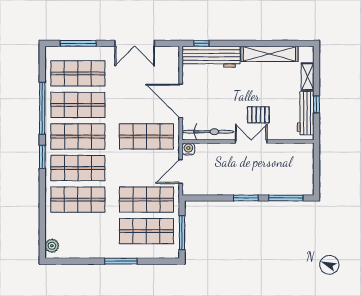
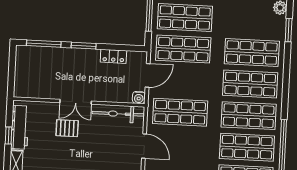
door: (181, 101) -> (144, 146), width x0.73
window: (42, 157) -> (289, 30), moved
locker: (216, 189) -> (113, 56), added

